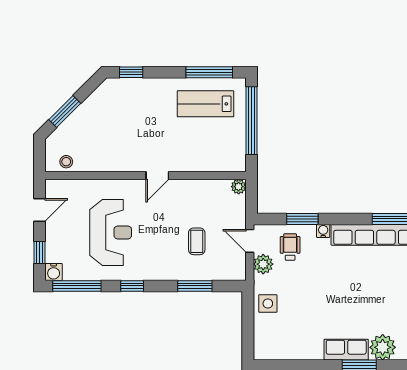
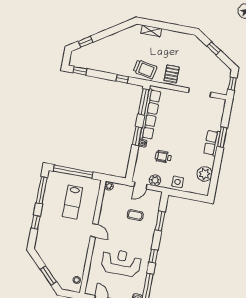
window: (131, 72) -> (36, 222), moved
lab bench: (205, 104) -> (72, 202), moved
window: (302, 219) -> (137, 136), moved
wheelchair: (290, 247) -> (163, 157), moved
plant: (383, 347) -> (205, 174), moved

